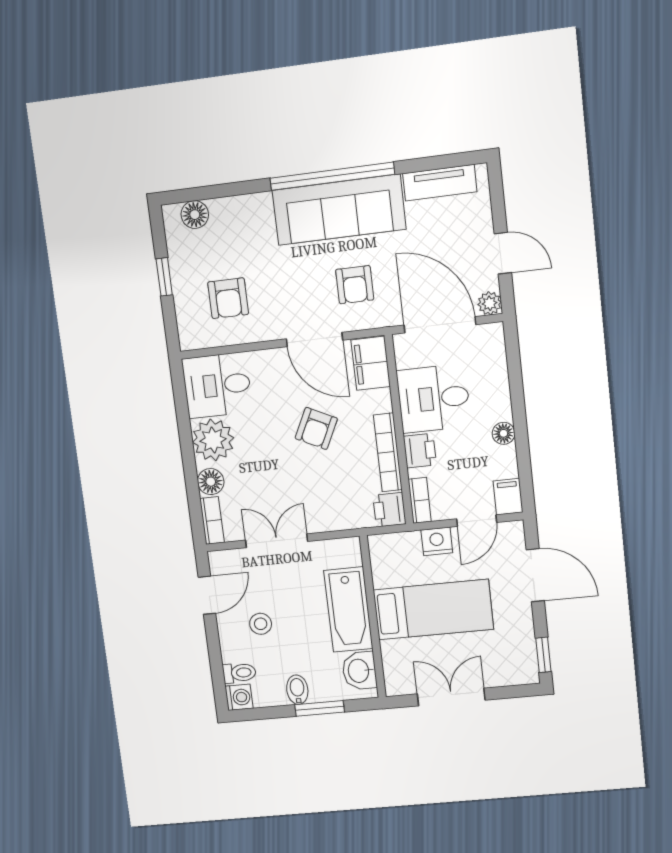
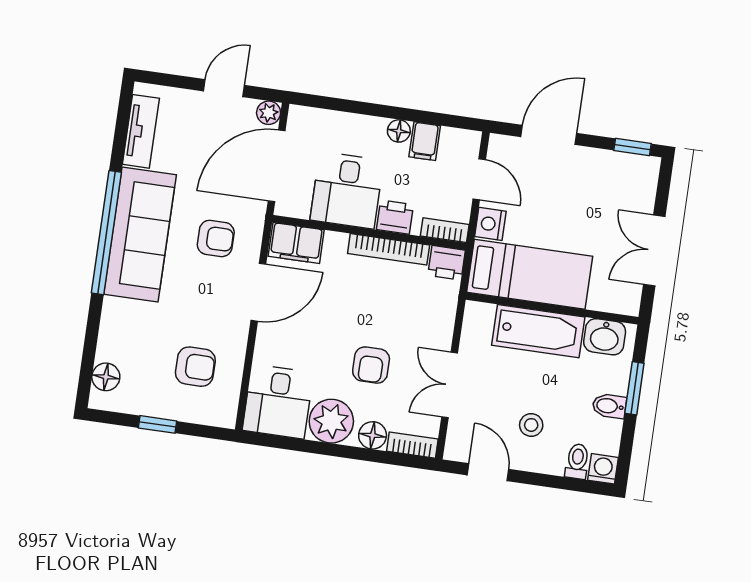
armchair: (316, 428) -> (371, 365), moved, turned 64
filing cabinet: (508, 497) -> (425, 141), moved, turned -90
bed: (433, 610) -> (530, 274), moved, turned 90

